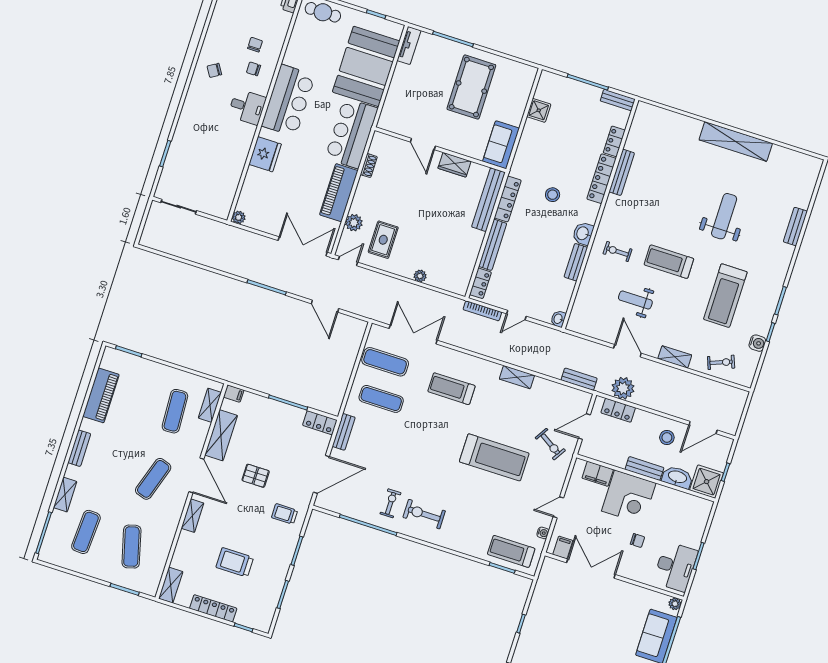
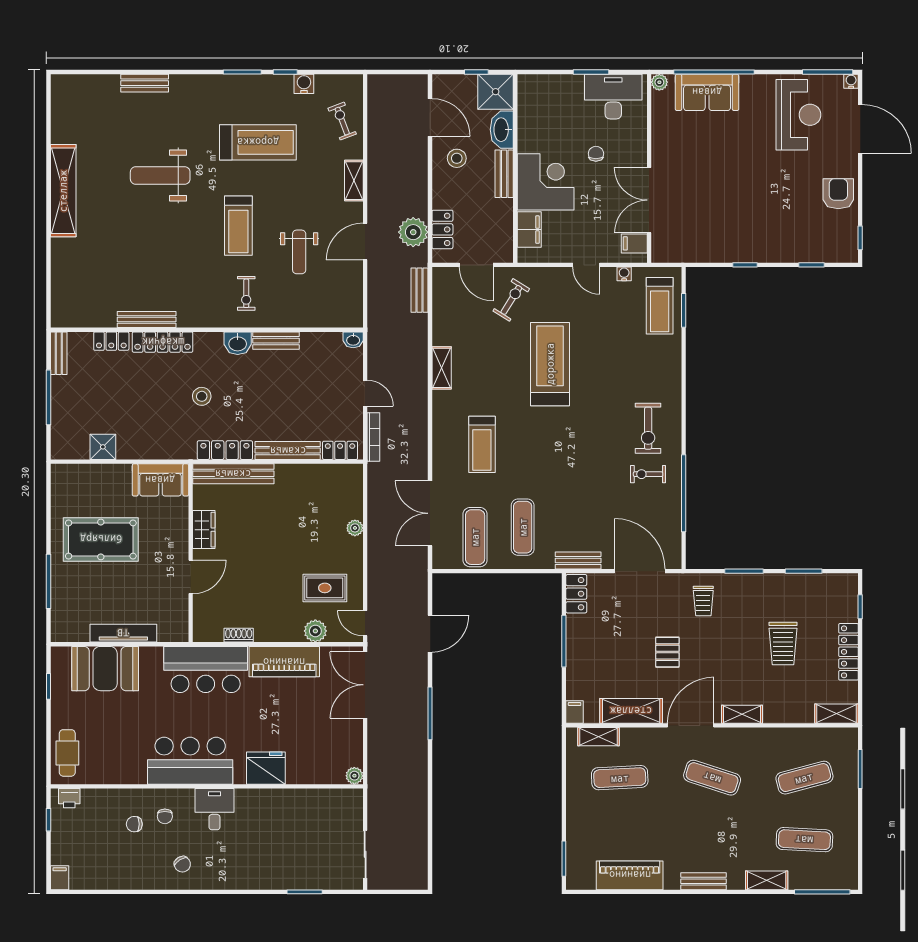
tv unit: (409, 45) -> (123, 633), moved, width x1.41
booth: (366, 66) -> (105, 669), width x0.73, depth x0.70

